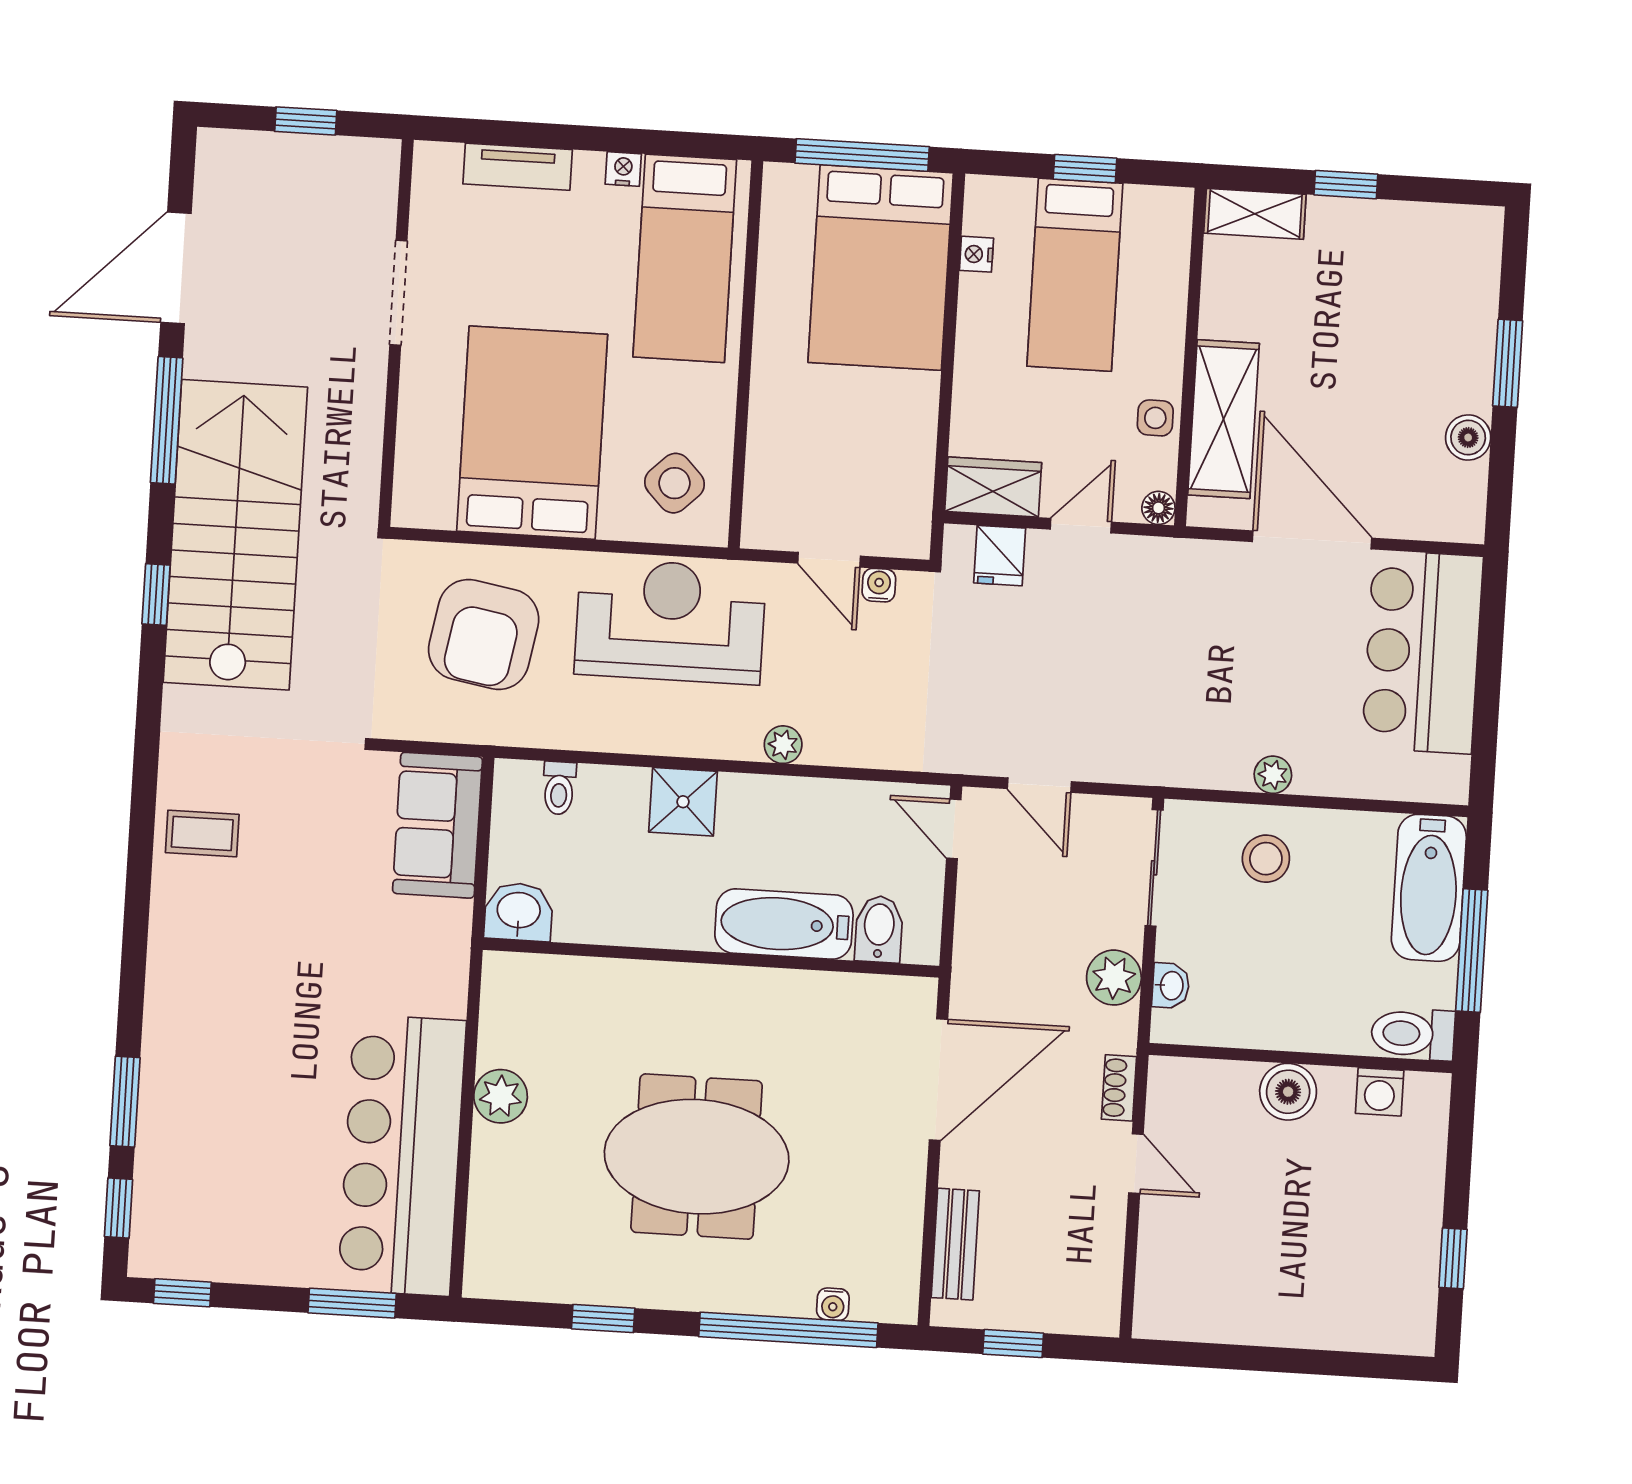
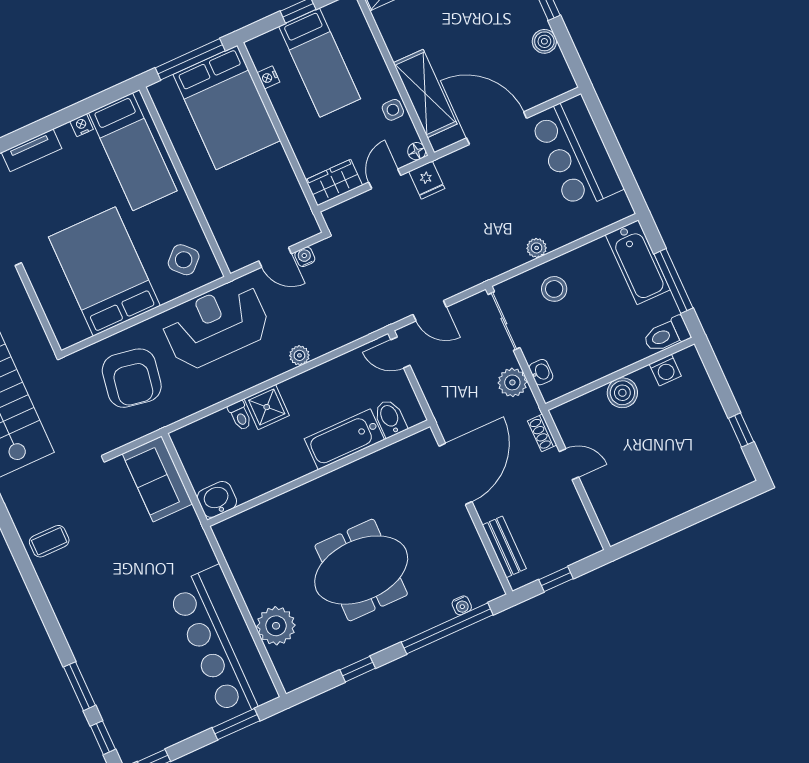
fridge: (1000, 556) -> (427, 180), moved
toilet: (559, 788) -> (240, 416), moved
plant: (501, 1096) -> (276, 626), moved, width x1.36, depth x1.36

